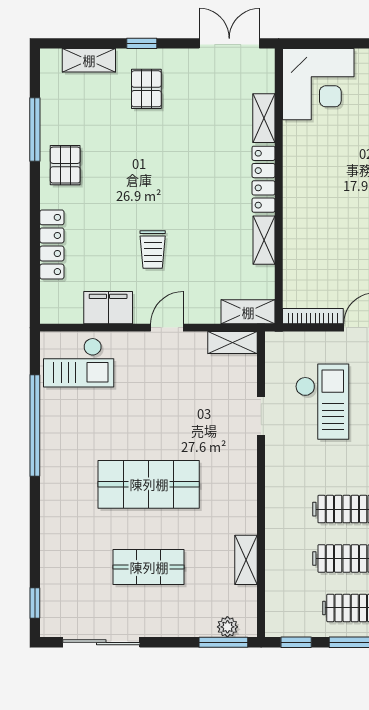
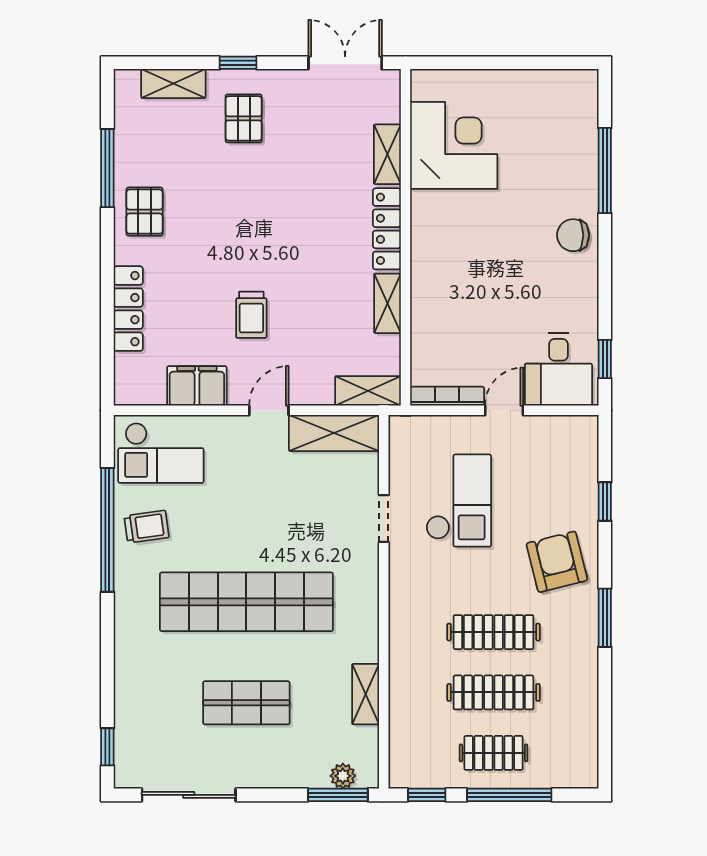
corner desk: (318, 84) -> (454, 145), moved, turned -90
shelving: (233, 343) -> (334, 433), width x1.50, depth x1.33
trolley: (67, 423) -> (147, 527), added
shop shelf: (149, 484) -> (246, 602), width x1.40

